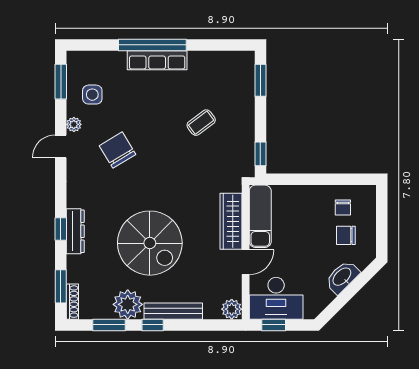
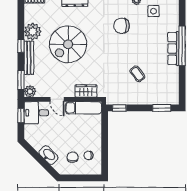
chair: (118, 150) -> (122, 26), turned -149
wardrobe: (231, 221) -> (86, 91), width x0.67
desk: (276, 298) -> (36, 113), width x0.73
window: (109, 325) -> (21, 80), moved

